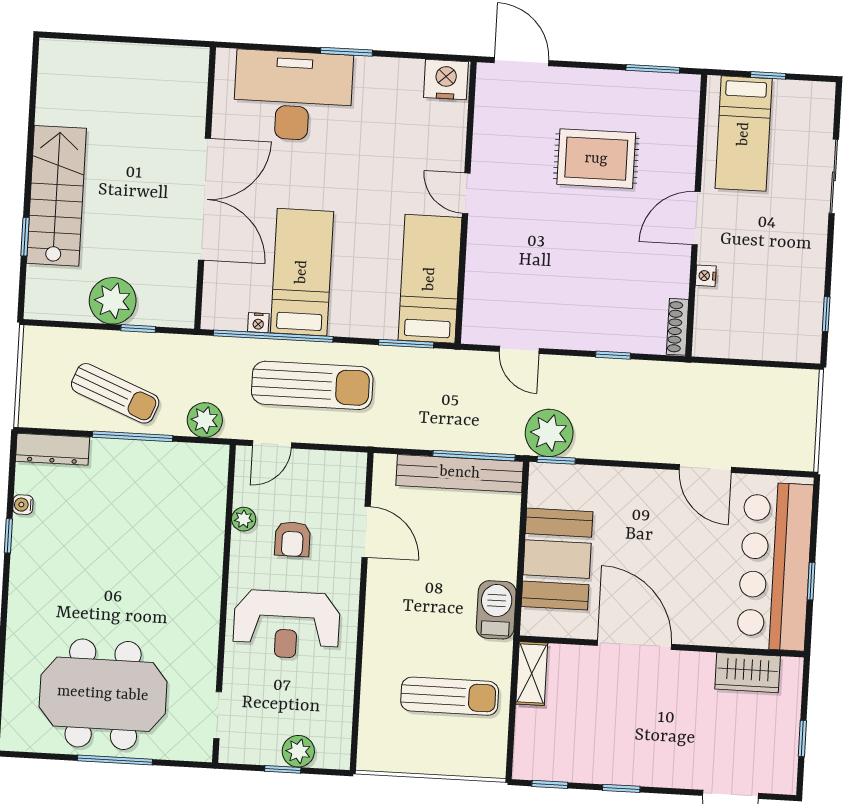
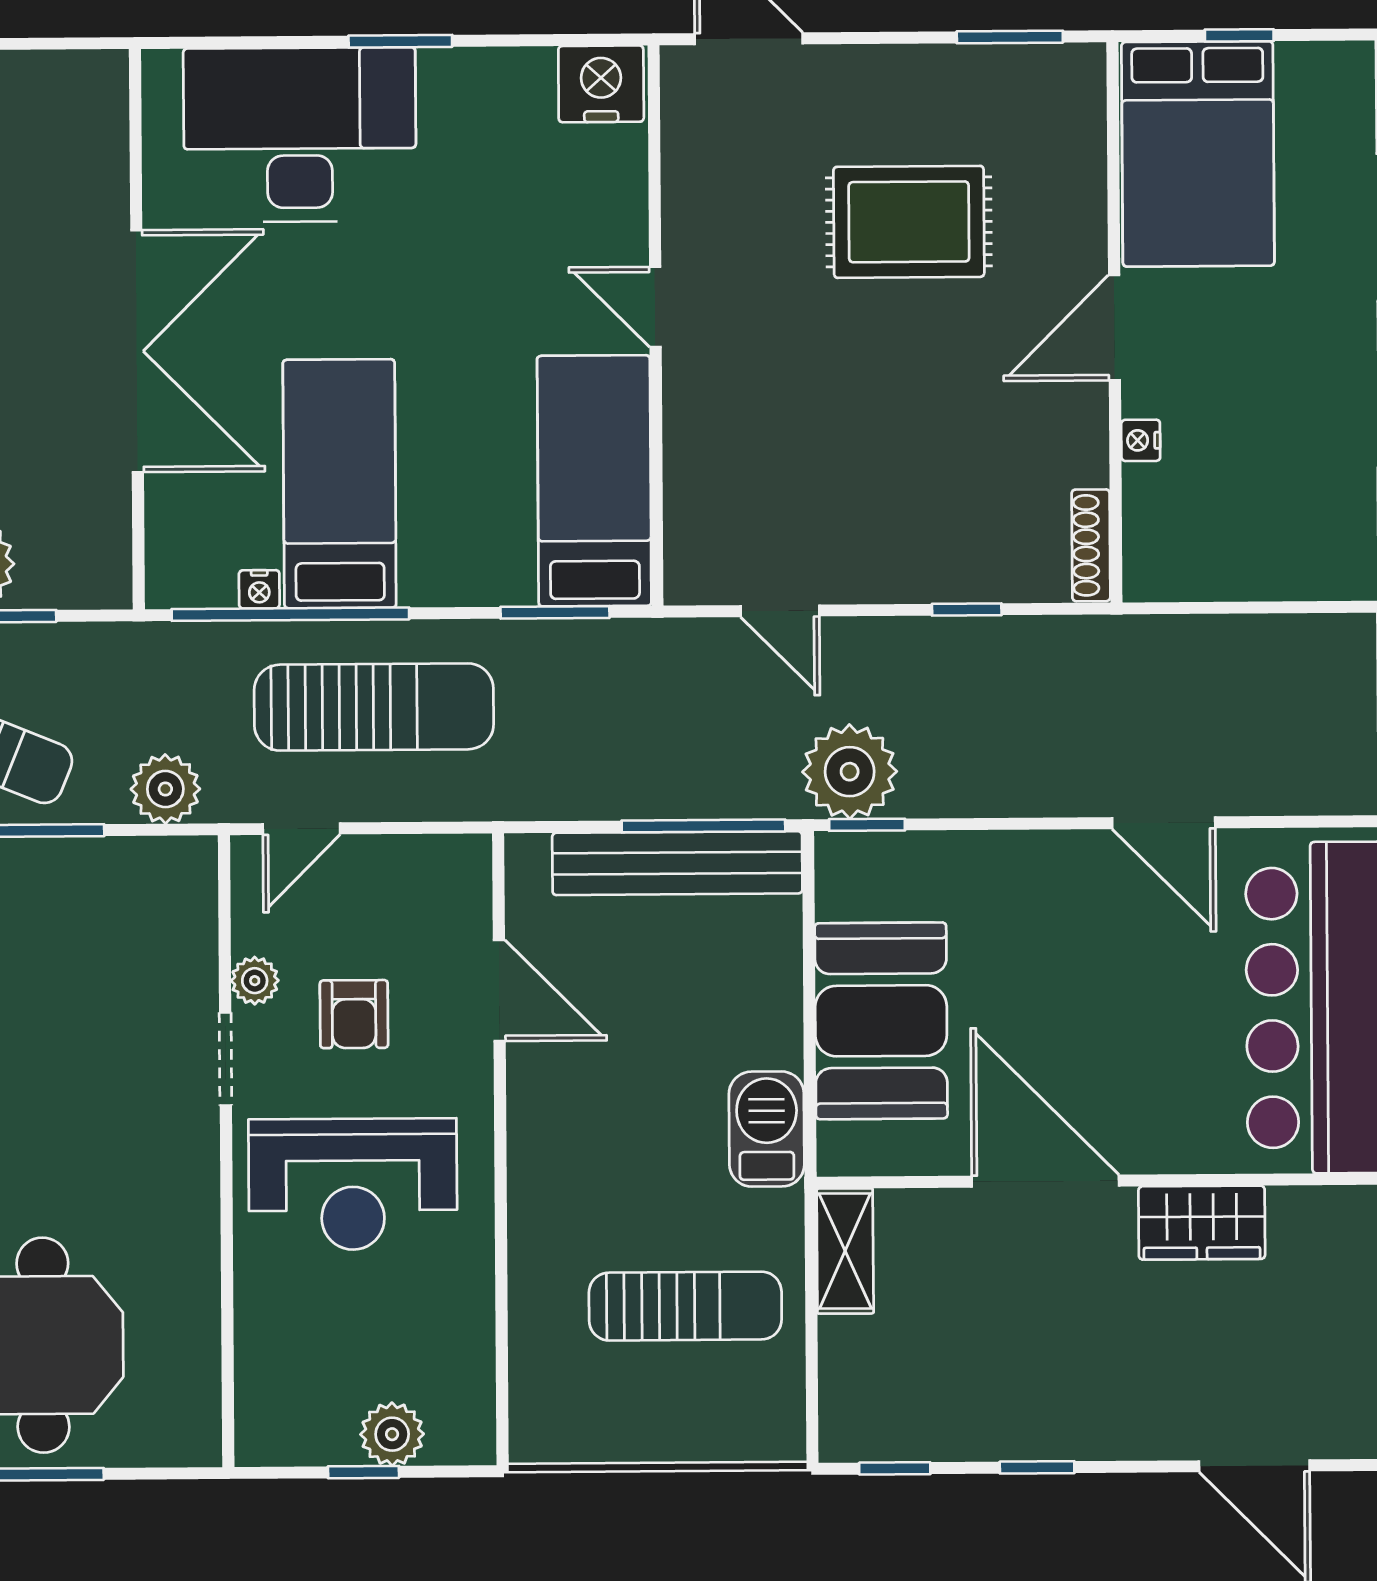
bed: (744, 134) -> (1198, 154), width x1.50
wardrobe: (748, 673) -> (1202, 1223), moved
doorway: (218, 715) -> (225, 1059), moved

